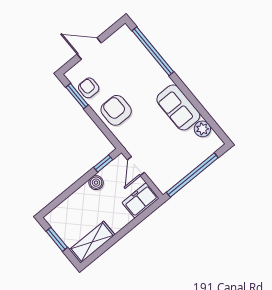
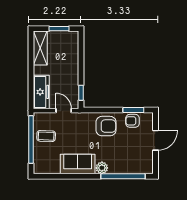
armchair: (89, 88) -> (133, 121), turned 180
plant: (202, 129) -> (102, 168), moved
coffee table: (176, 163) -> (46, 136), added
boiler: (96, 183) -> (73, 79), removed
freezer: (141, 200) -> (41, 92), width x1.40

